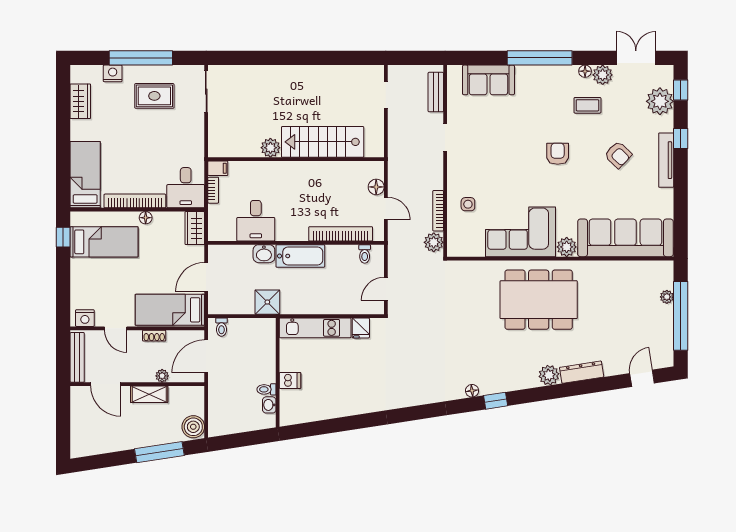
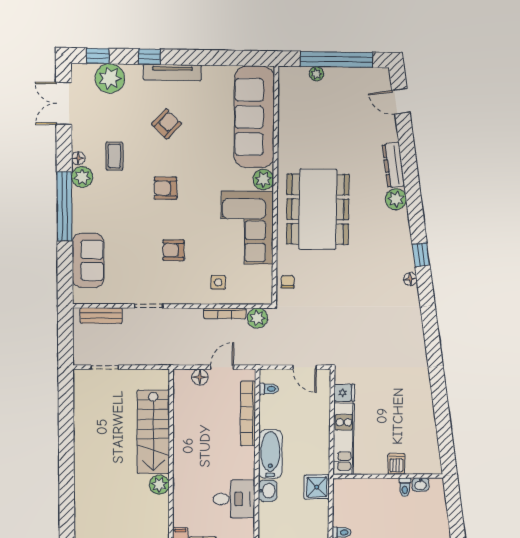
plant: (603, 75) -> (82, 177), moved
armchair: (499, 161) -> (173, 250), added
chair: (469, 271) -> (288, 282), added

